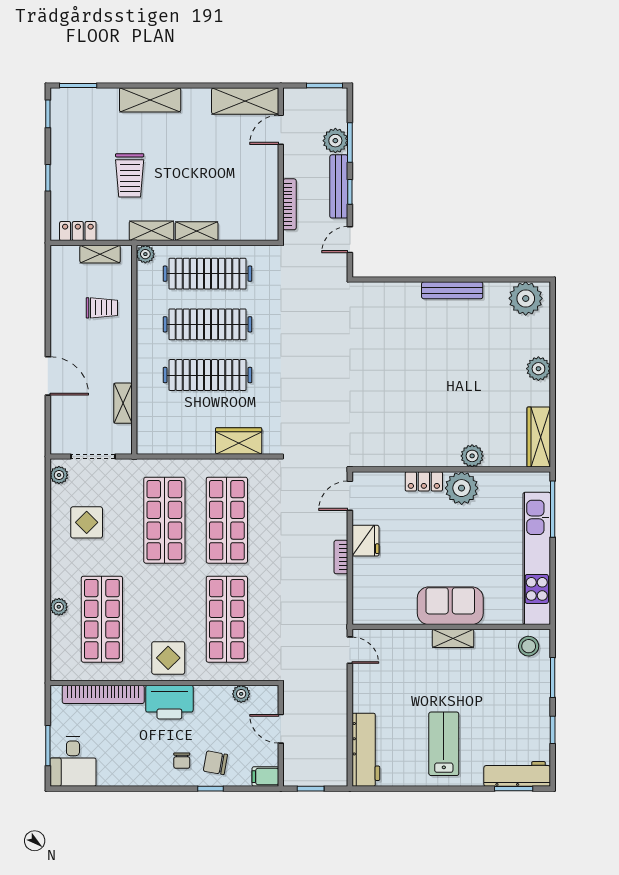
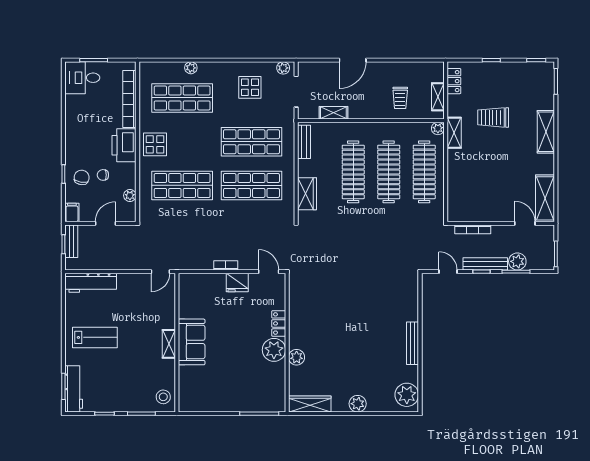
shelving: (197, 231) -> (454, 164), removed
bench: (165, 445) -> (304, 142), added
kitchen unit: (537, 558) -> (225, 403), removed
chair: (182, 761) -> (103, 175), moved
bench: (306, 778) -> (71, 241), added

